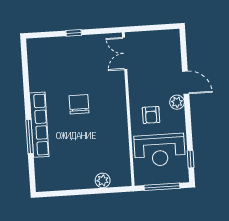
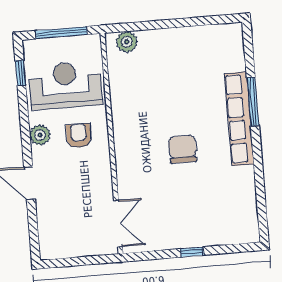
plant: (177, 102) -> (40, 135), moved
chair: (79, 104) -> (183, 149), turned 180
plant: (103, 180) -> (127, 42), moved

